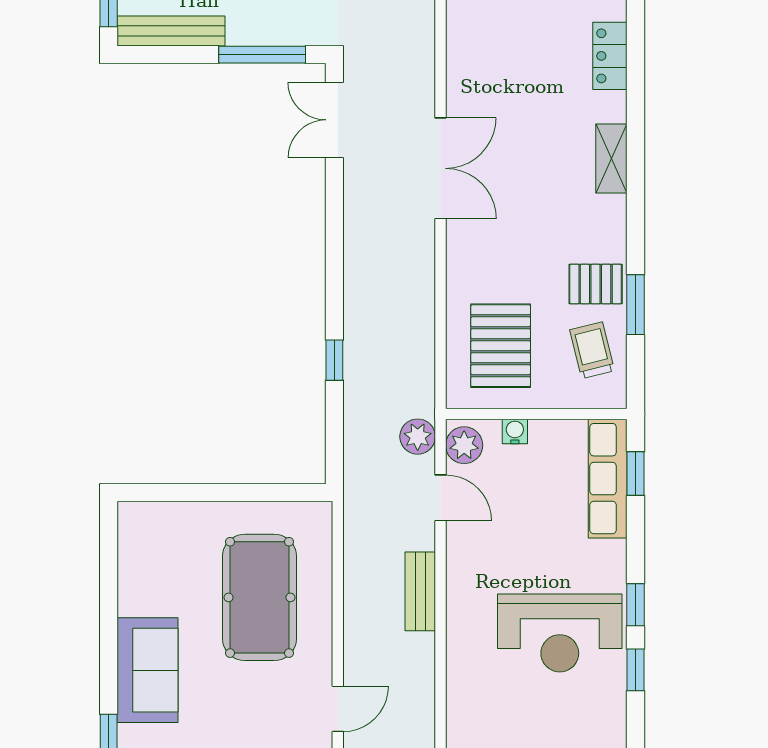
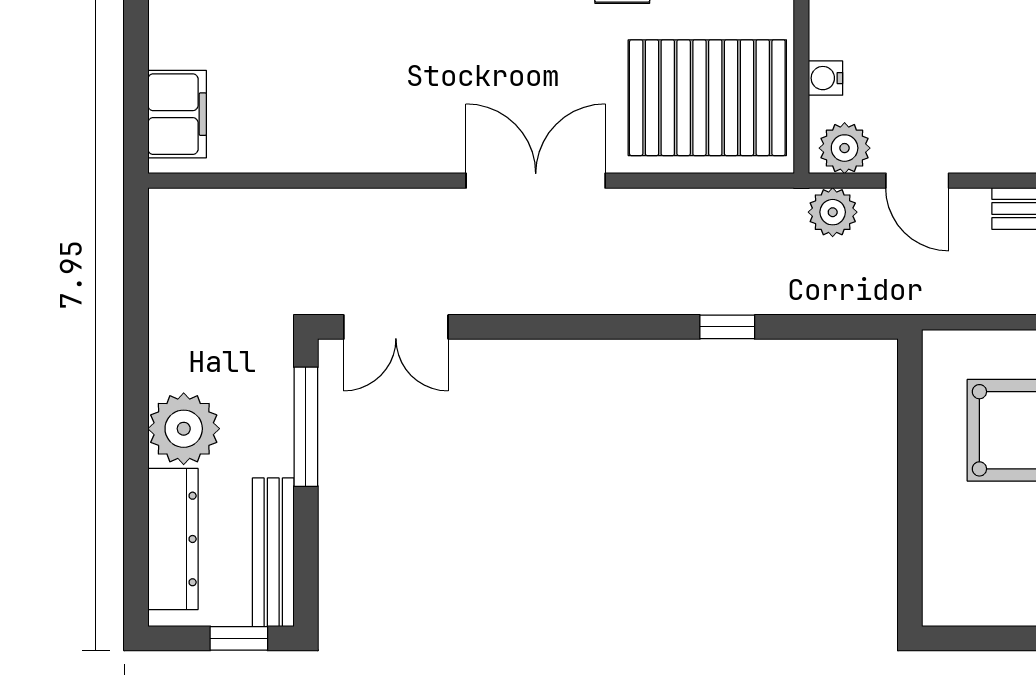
double door: (440, 168) -> (536, 181), moved
pallet: (501, 346) -> (707, 98), width x1.37, depth x1.41
door: (440, 498) -> (917, 181), swing flipped

